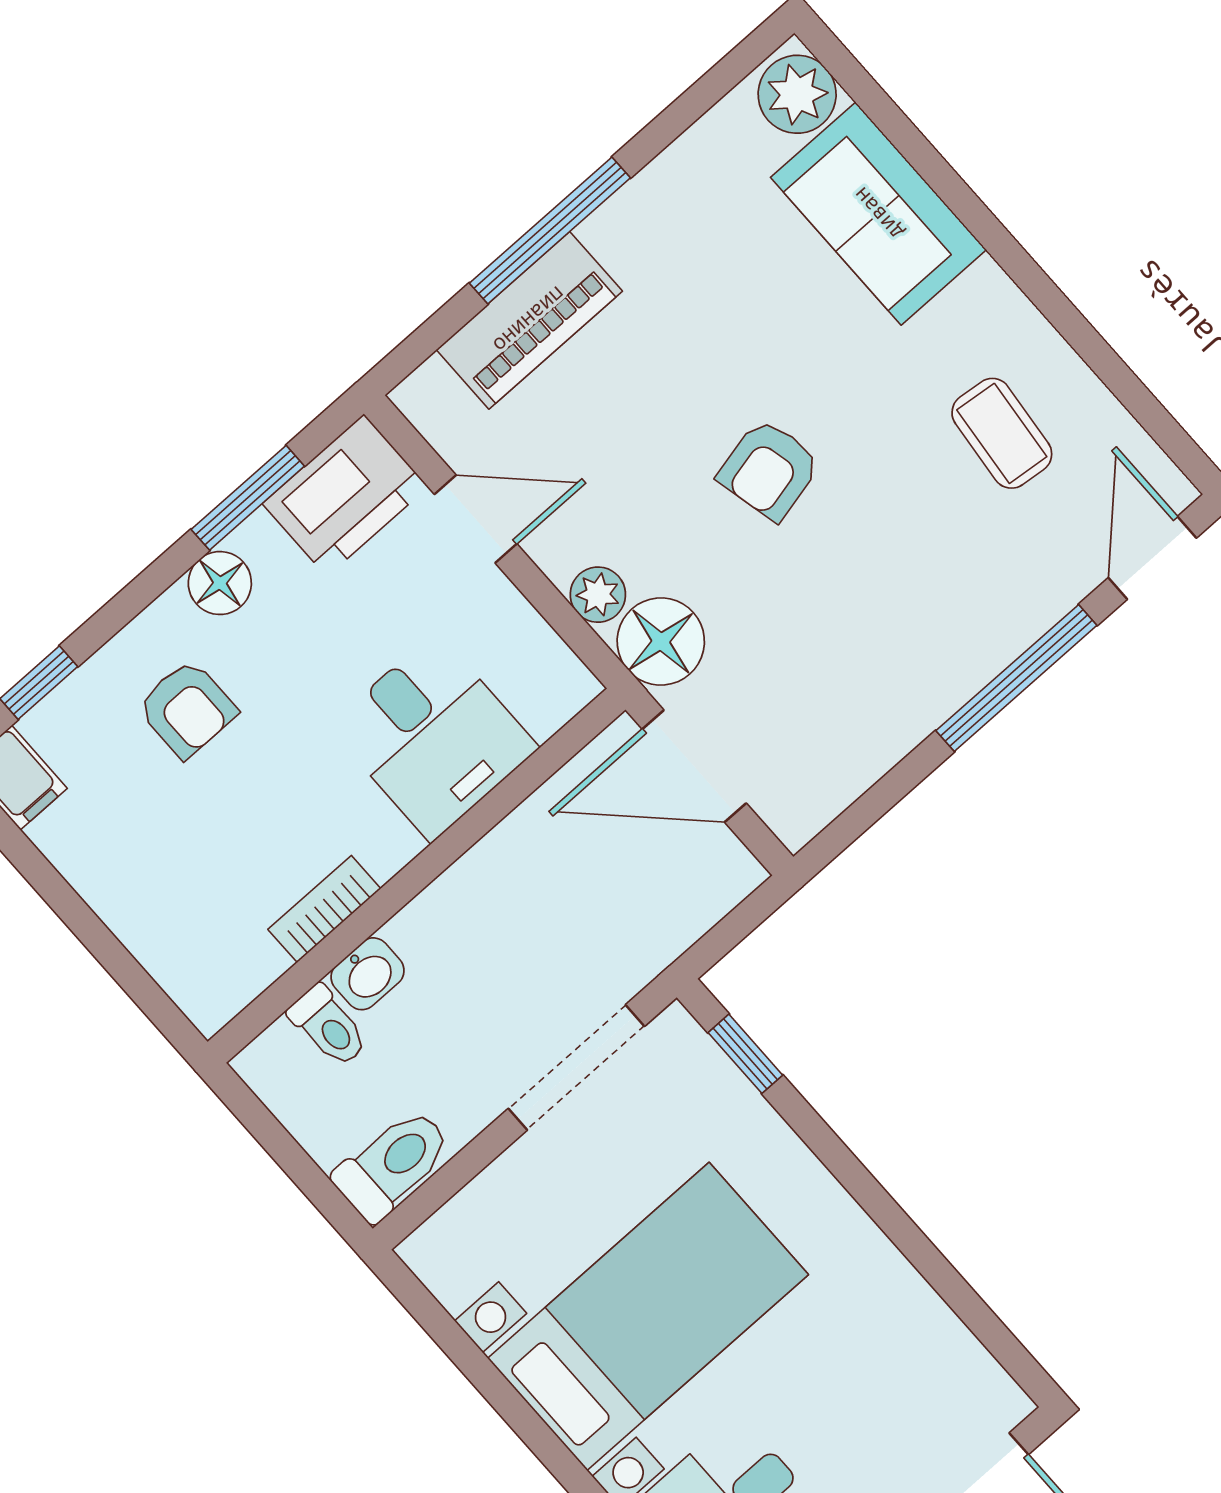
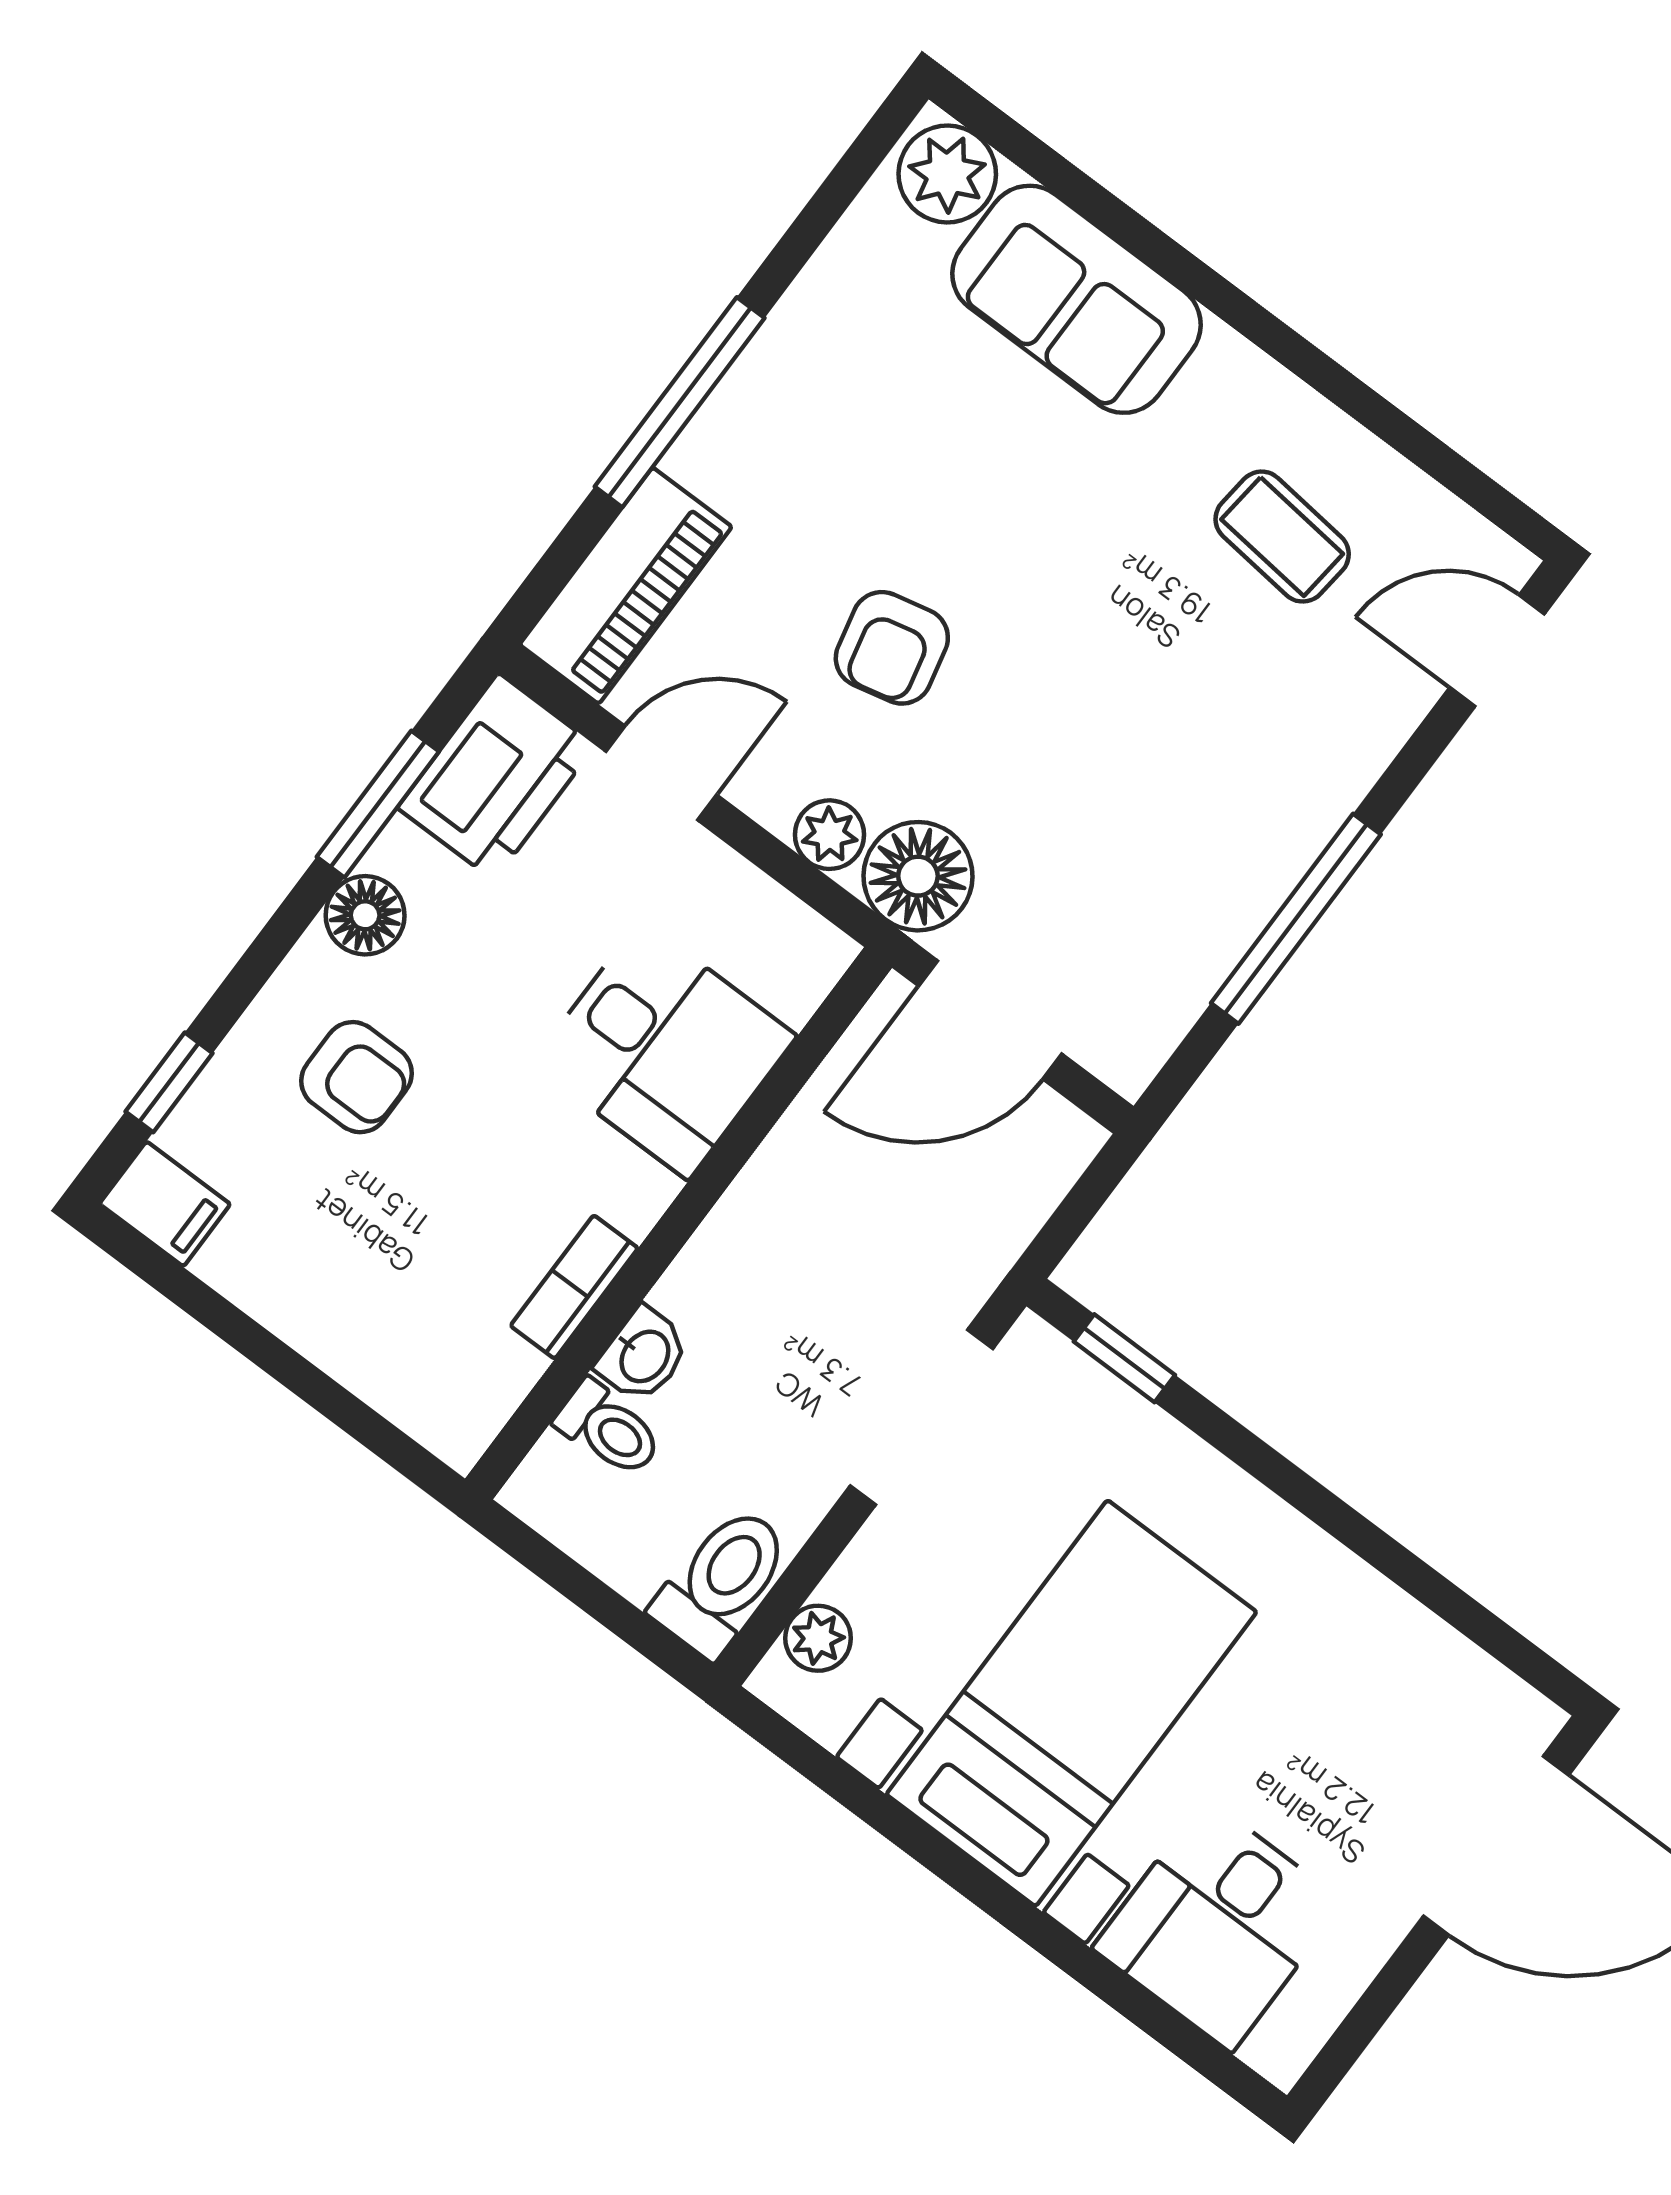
piano: (529, 320) -> (626, 586), moved
armchair: (769, 470) -> (892, 648), moved
door: (1152, 558) -> (1497, 651), hinge flipped
window: (1016, 678) -> (1296, 919), moved
plant: (459, 1224) -> (818, 1638), added

